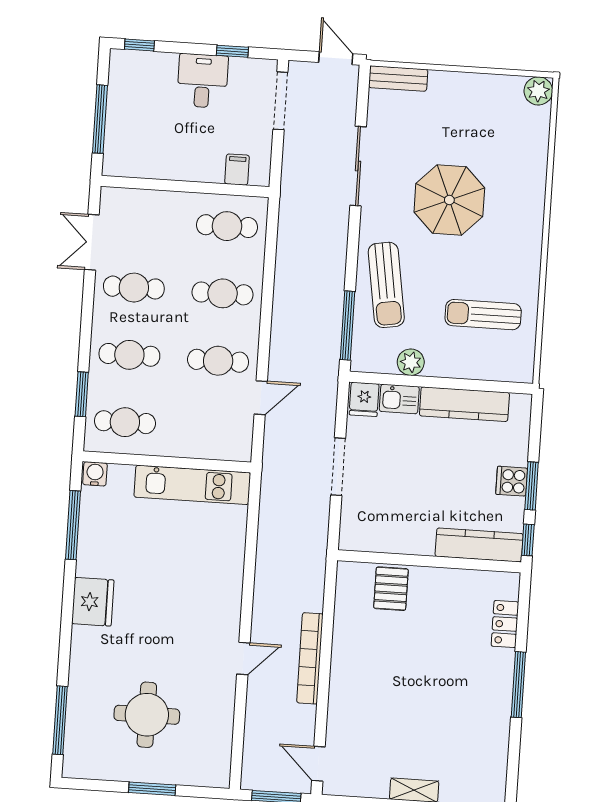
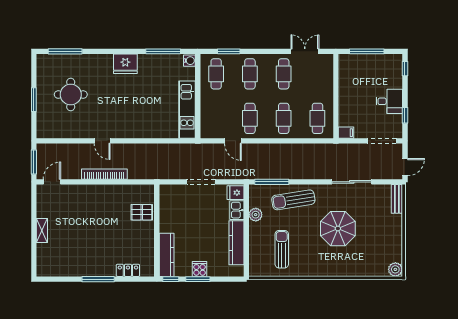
filing cabinet: (237, 170) -> (346, 133), moved

